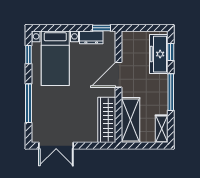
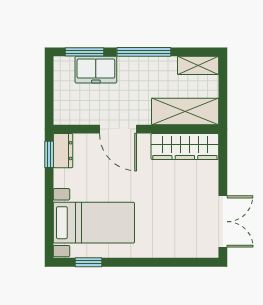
dresser: (91, 37) -> (63, 151), moved
window: (171, 52) -> (84, 52), width x1.50
freezer: (159, 54) -> (96, 70), width x0.71
window: (28, 103) -> (160, 262), removed

